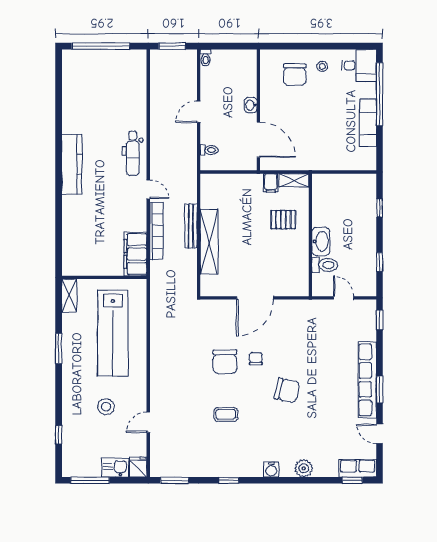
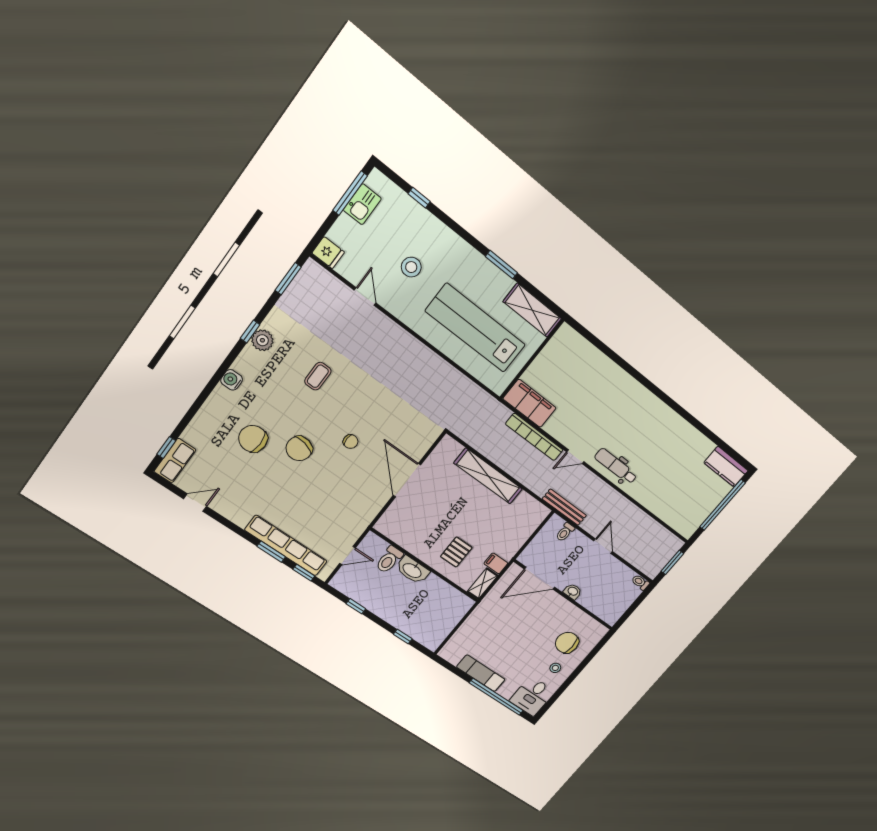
kitchen counter: (72, 164) -> (726, 467), moved, width x0.67
bench: (191, 226) -> (564, 507), moved
shelving: (69, 296) -> (532, 310), width x1.50, depth x1.33
chair: (225, 362) -> (253, 439), moved
row of seats: (367, 380) -> (286, 546), moved
window: (380, 389) -> (271, 552), moved
kitchen sink: (115, 468) -> (362, 204), moved
plant: (304, 468) -> (262, 340), moved

